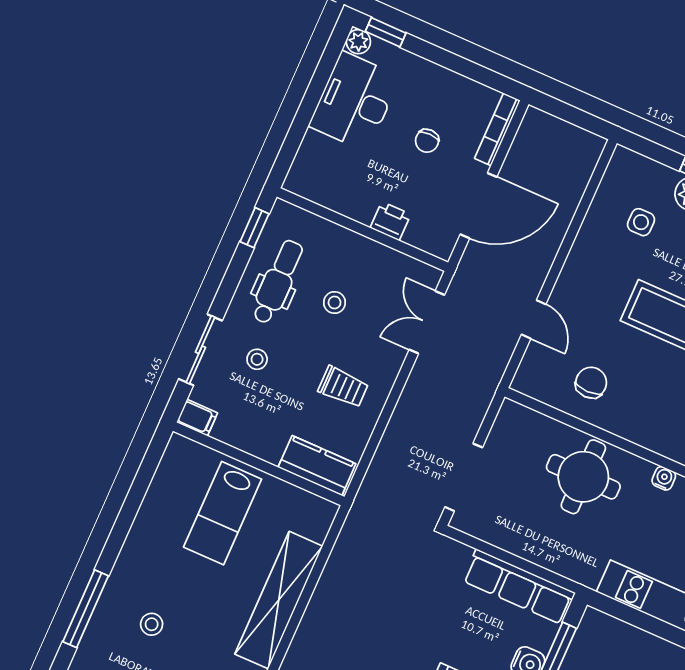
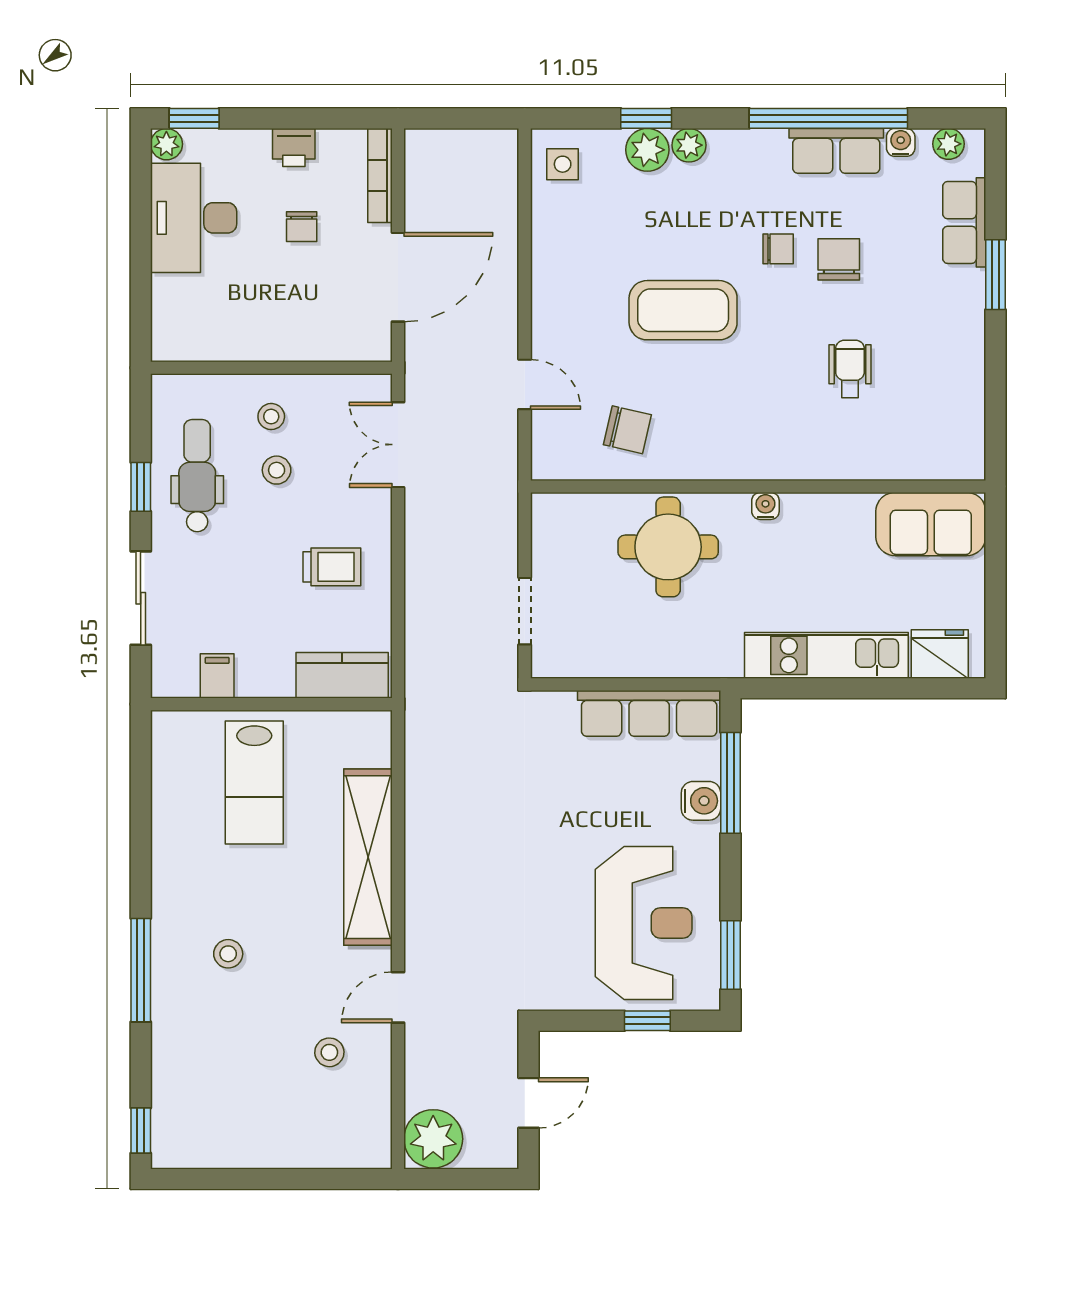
printer: (390, 221) -> (294, 148), moved, turned 180
side table: (641, 222) -> (563, 164), moved
window: (255, 228) -> (141, 487), moved
stool: (257, 359) -> (271, 417), moved
chair: (591, 383) -> (627, 430), turned 103
filing cabinet: (197, 418) -> (217, 676), moved, turned -90
doorway: (464, 477) -> (525, 611), width x0.73

